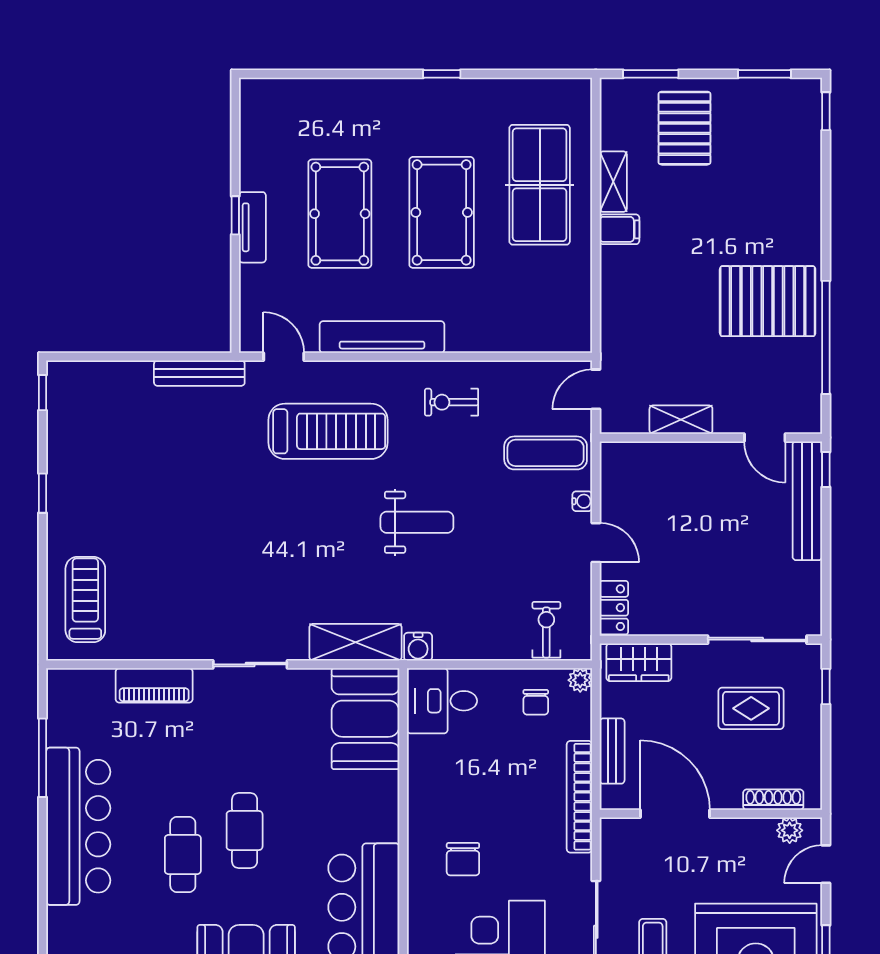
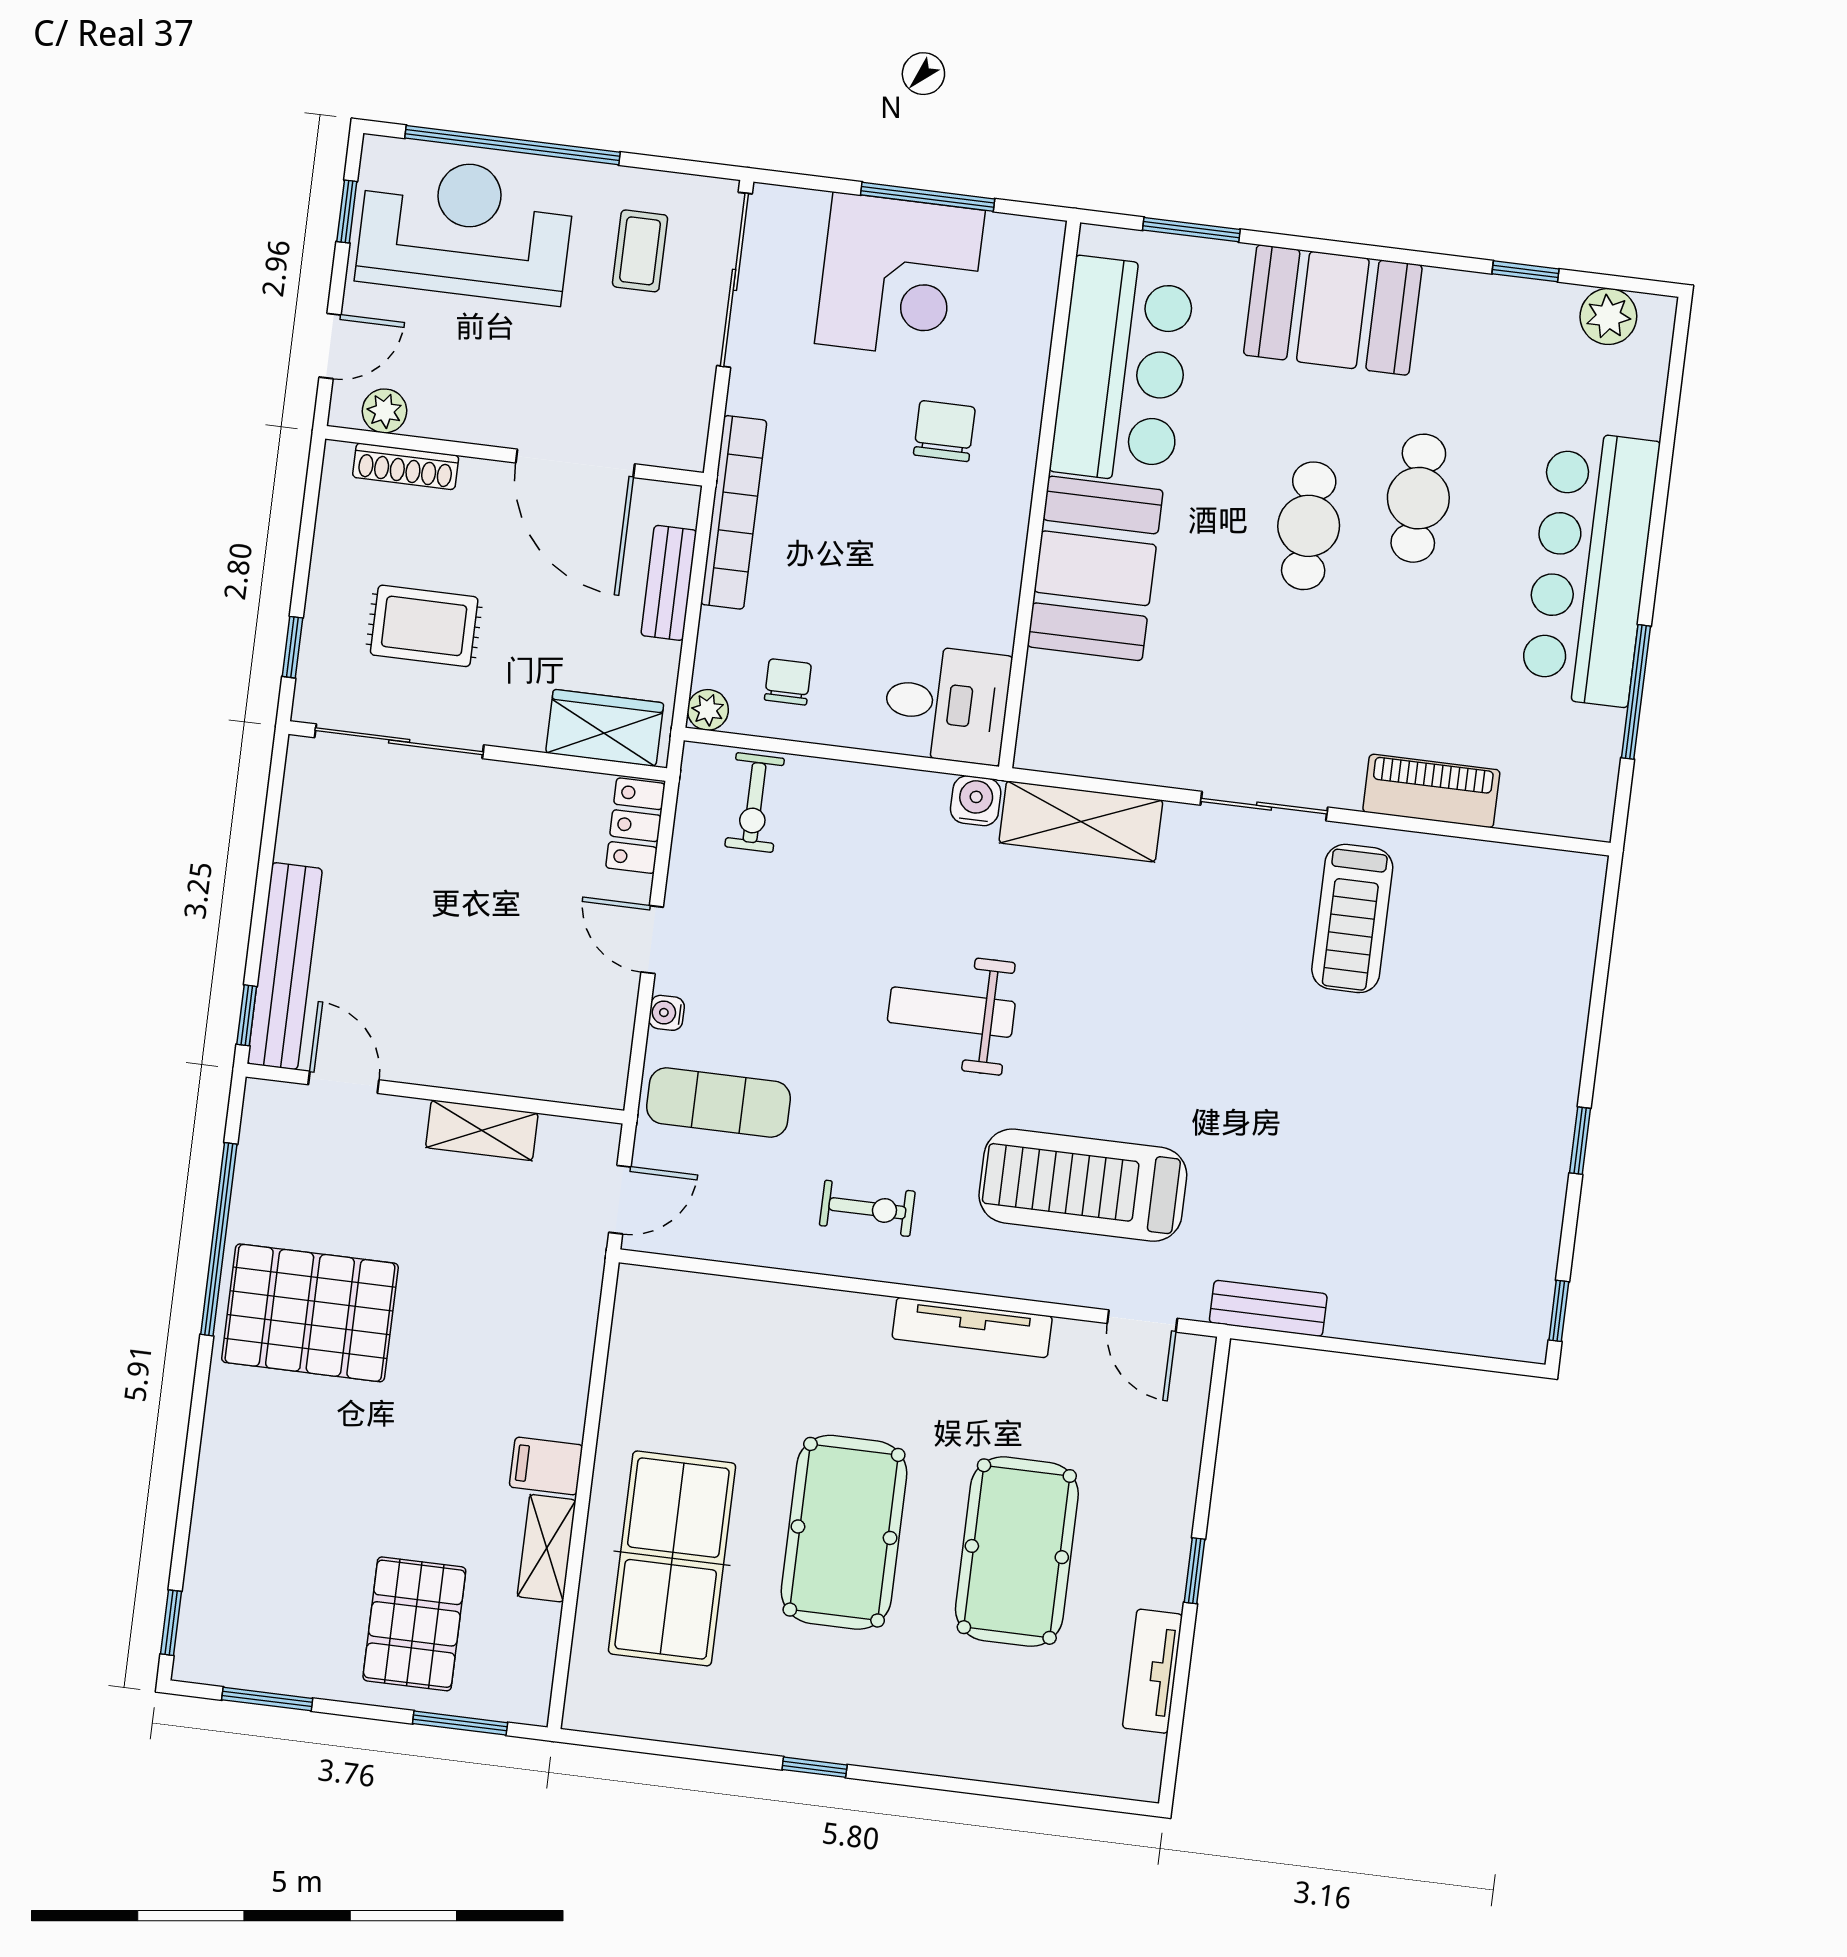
tv unit: (252, 227) -> (1152, 1671), moved
tv unit: (382, 337) -> (972, 1327), width x0.73, depth x0.78
bench: (199, 373) -> (1268, 1308), width x0.73
treadmill: (85, 599) -> (1352, 918), moved
booth: (365, 719) -> (1095, 568), moved

